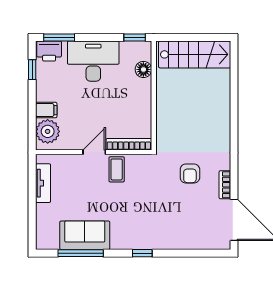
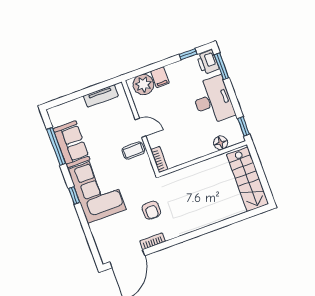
bookcase: (129, 144) -> (159, 160), width x0.64
armchair: (190, 174) -> (151, 210), turned -90
corner sofa: (145, 225) -> (97, 189), added

